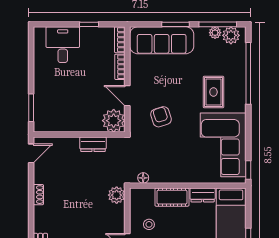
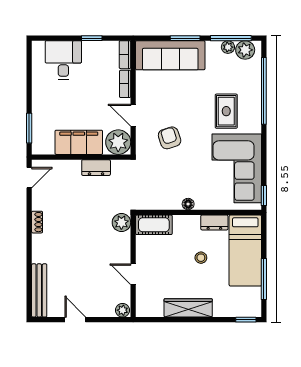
filing cabinet: (77, 121) -> (79, 142), added
floor lamp: (143, 178) -> (188, 204), moved
cot: (172, 197) -> (154, 225), moved
stool: (149, 224) -> (201, 258), moved

